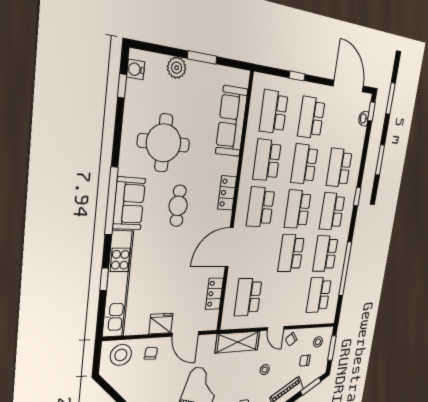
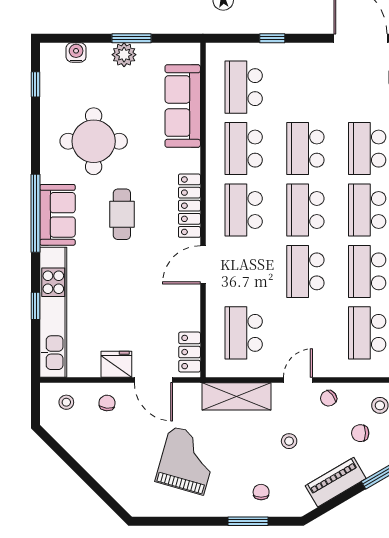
plant: (177, 68) -> (124, 55), moved
water cooler: (136, 69) -> (76, 52), moved, turned 90
school desk: (311, 118) -> (305, 87), removed
locker: (227, 193) -> (189, 206), width x1.53
door: (229, 247) -> (203, 265), width x0.73
locker: (214, 294) -> (190, 352), moved
door: (276, 328) -> (298, 380), swing flipped
stool: (121, 355) -> (66, 402), width x0.53, depth x0.53

